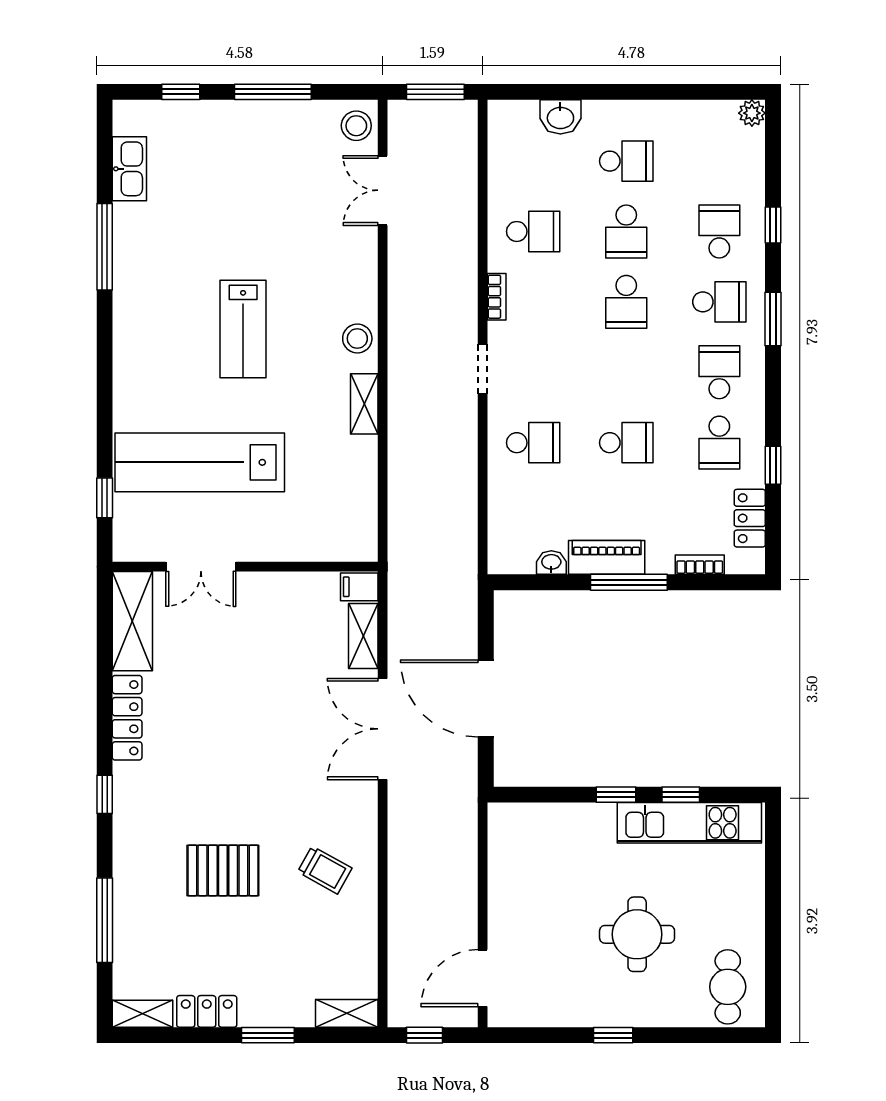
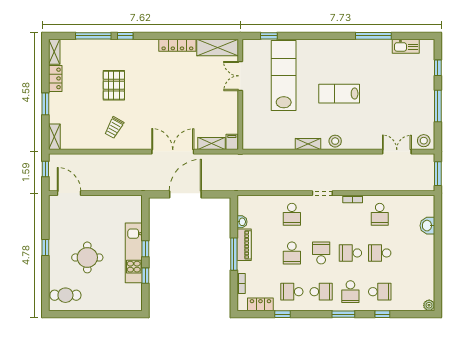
school desk: (626, 161) -> (321, 253), moved, turned 180
window: (105, 794) -> (125, 36), moved
kitchen unit: (689, 823) -> (134, 253), moved

